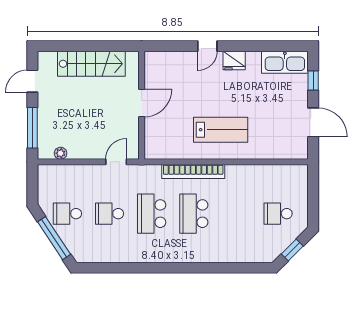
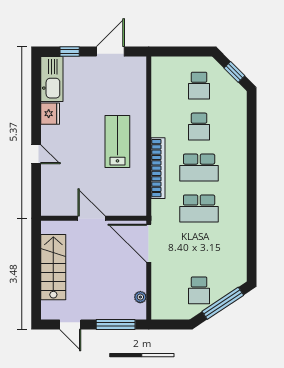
fridge: (234, 60) -> (50, 114), moved
door: (116, 162) -> (149, 243), width x1.87
school desk: (110, 214) -> (199, 127), moved

